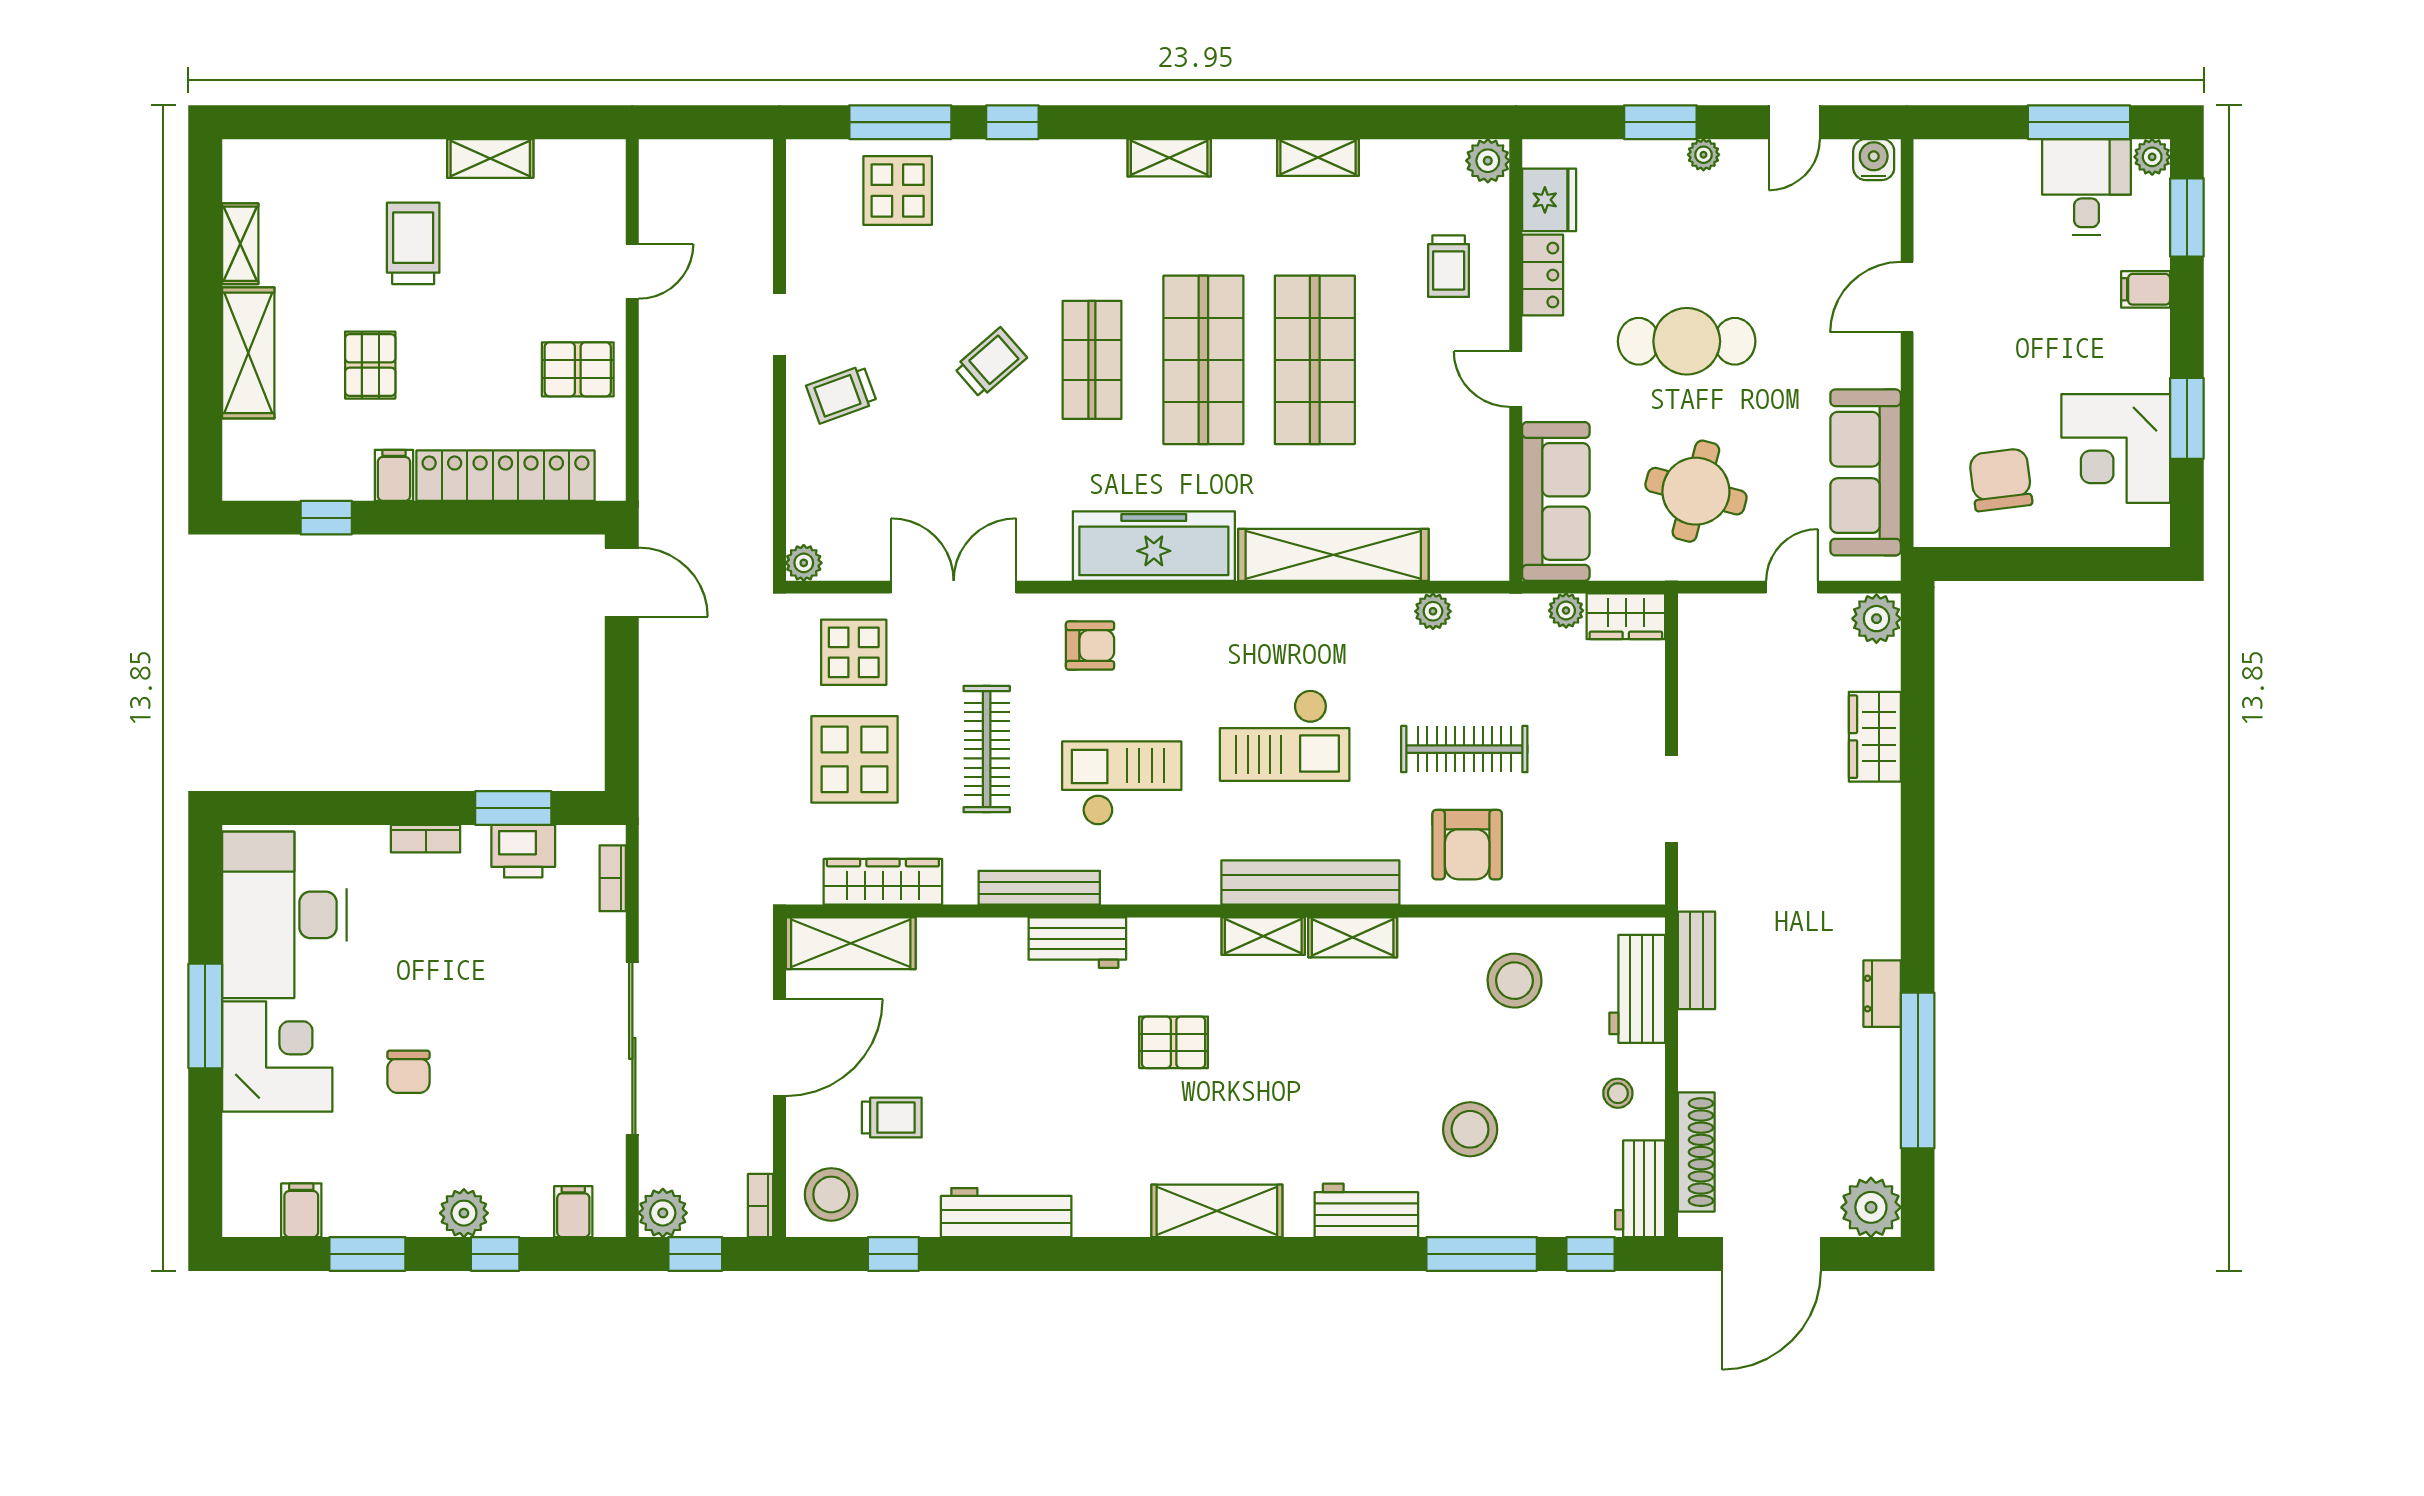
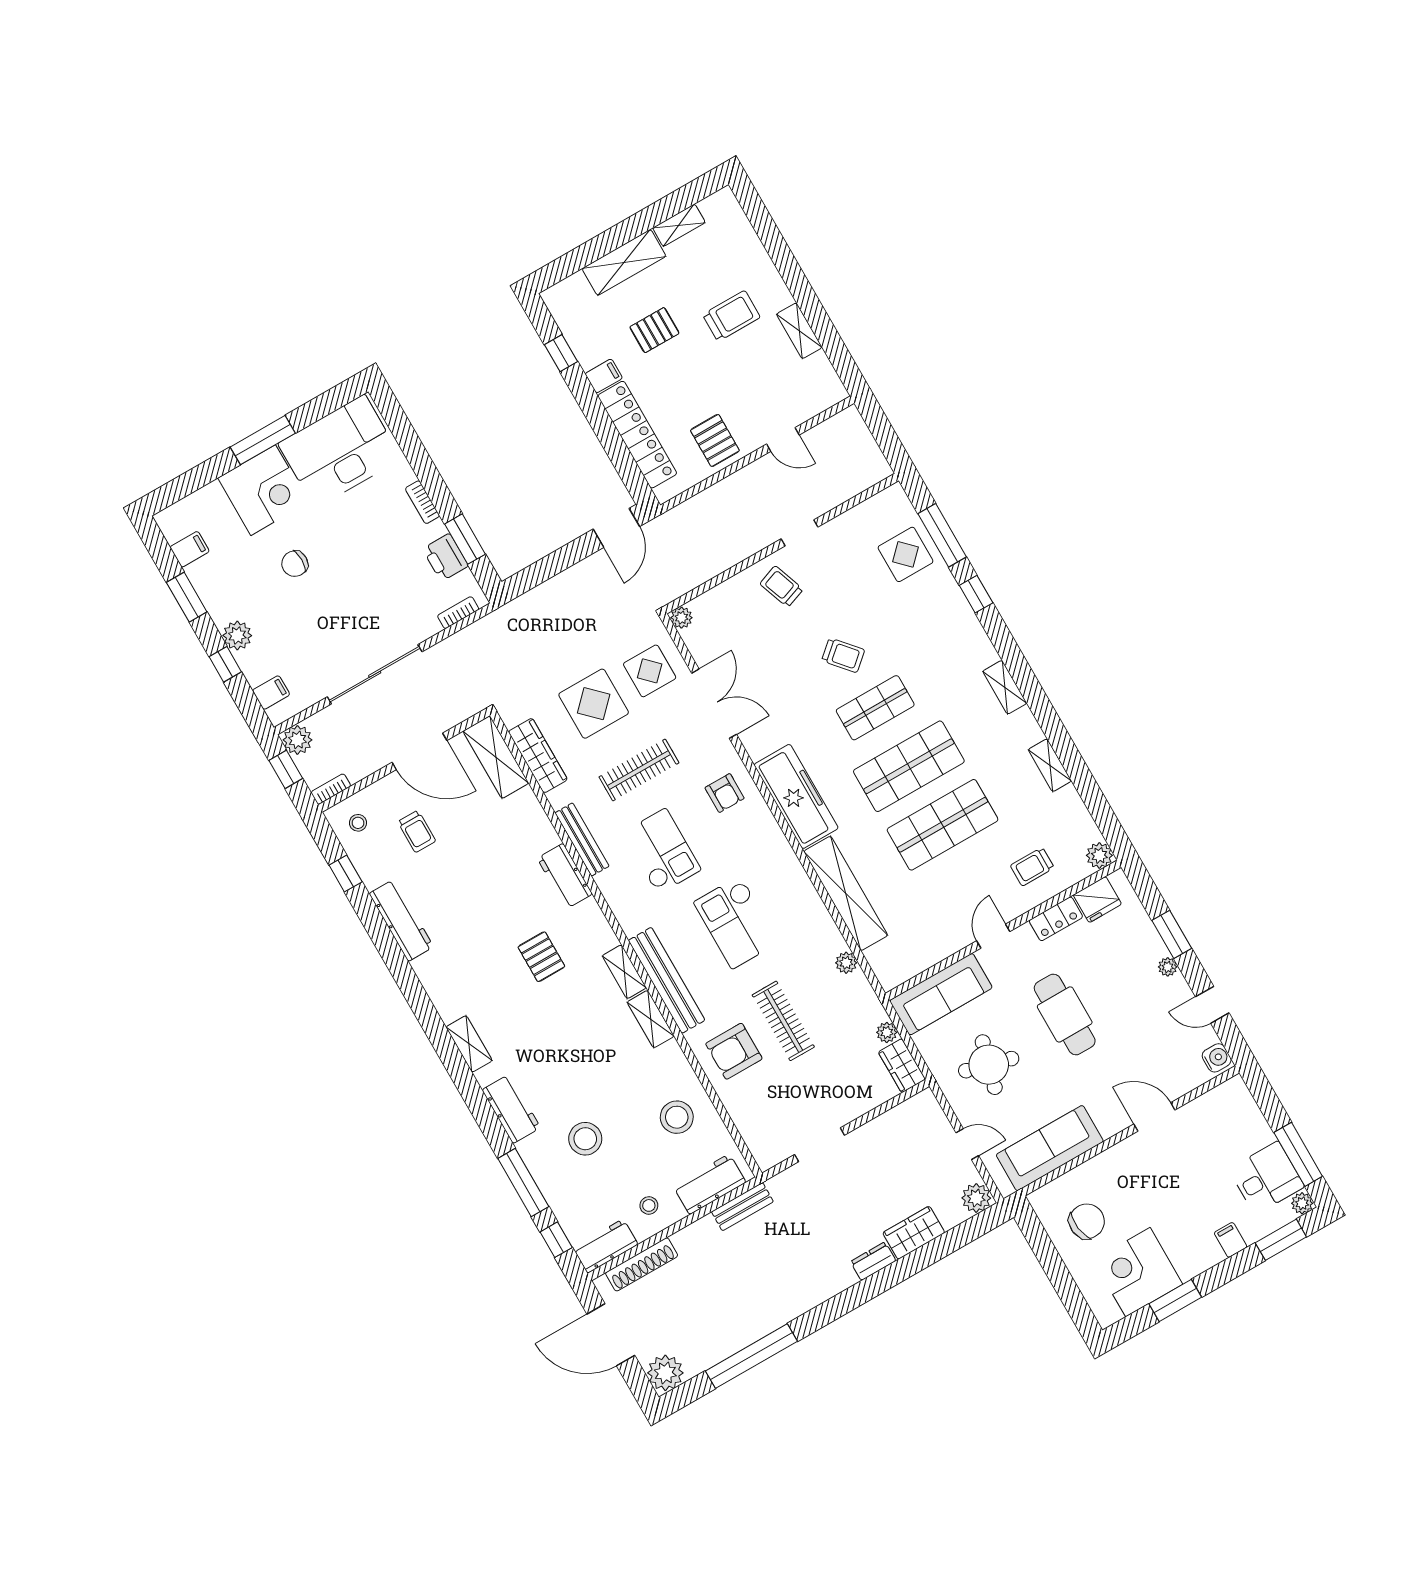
dresser: (1882, 994) -> (873, 1261), moved
stool: (831, 1194) -> (358, 823), width x0.53, depth x0.53
shelving: (1217, 1211) -> (469, 1044), width x0.67, depth x0.75

